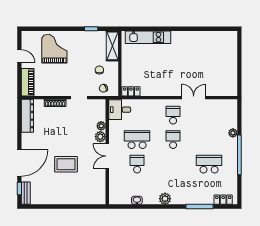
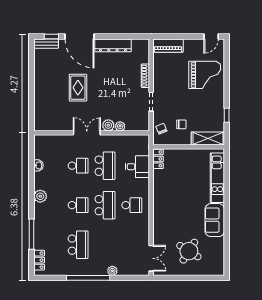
sofa: (187, 40) -> (215, 220), added
door: (19, 56) -> (211, 37), moved
round table: (215, 63) -> (189, 251), added
double door: (194, 98) -> (151, 258), moved
desk: (120, 110) -> (137, 167), moved, turned 90
dresser: (27, 116) -> (113, 45), moved
school desk: (173, 140) -> (105, 205), width x1.85
school desk: (173, 164) -> (78, 205), added

